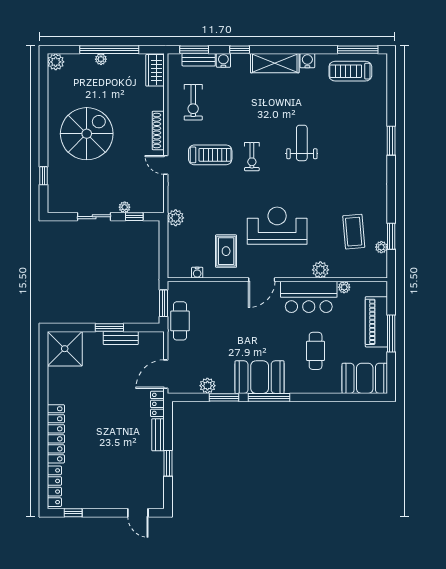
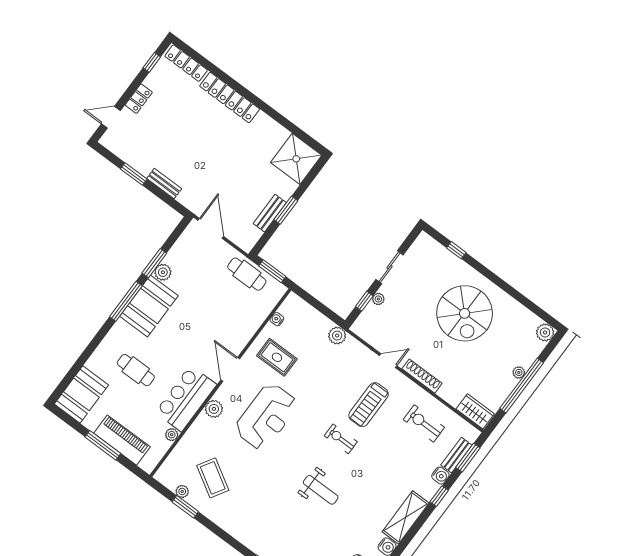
coffee table: (354, 232) -> (213, 478), turned 36
plant: (320, 270) -> (214, 409), moved
plant: (207, 386) -> (163, 272), moved
locker: (157, 404) -> (139, 99), moved, turned 90

